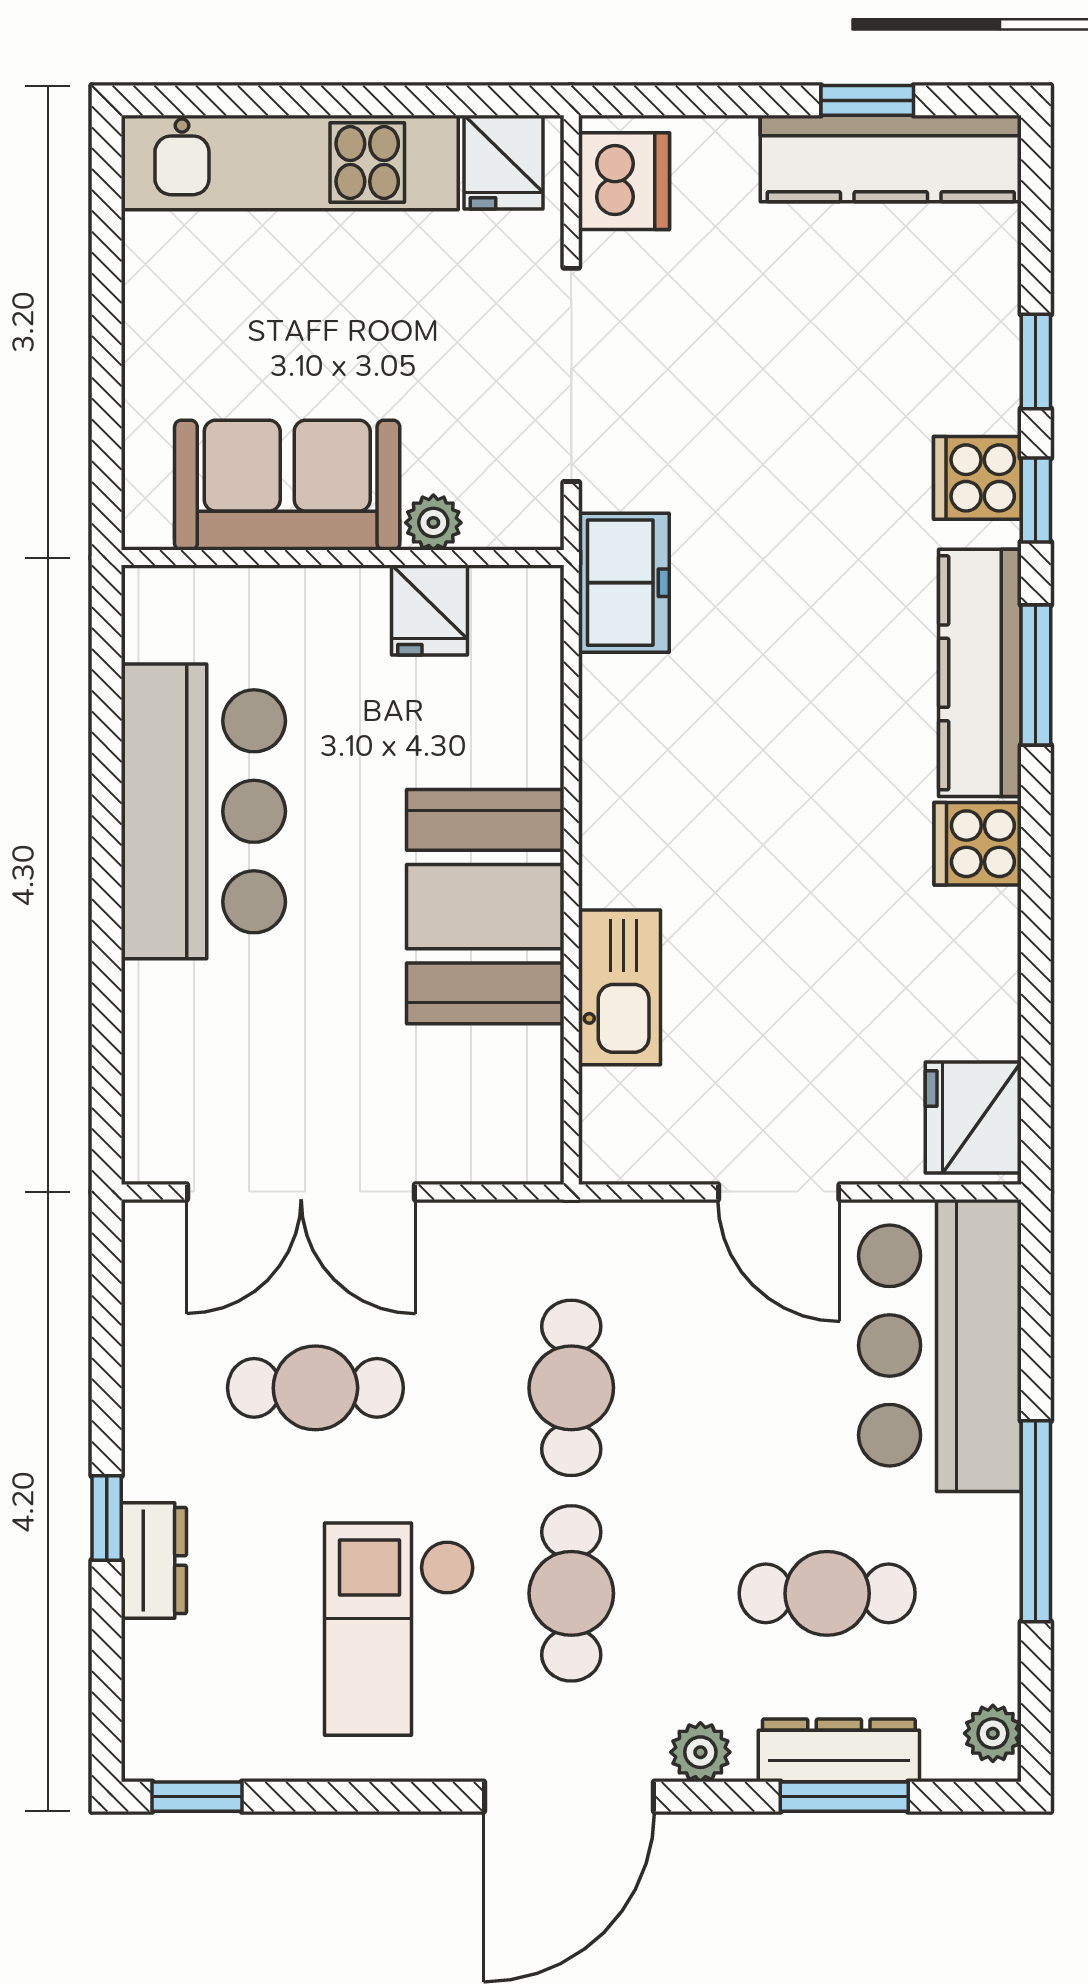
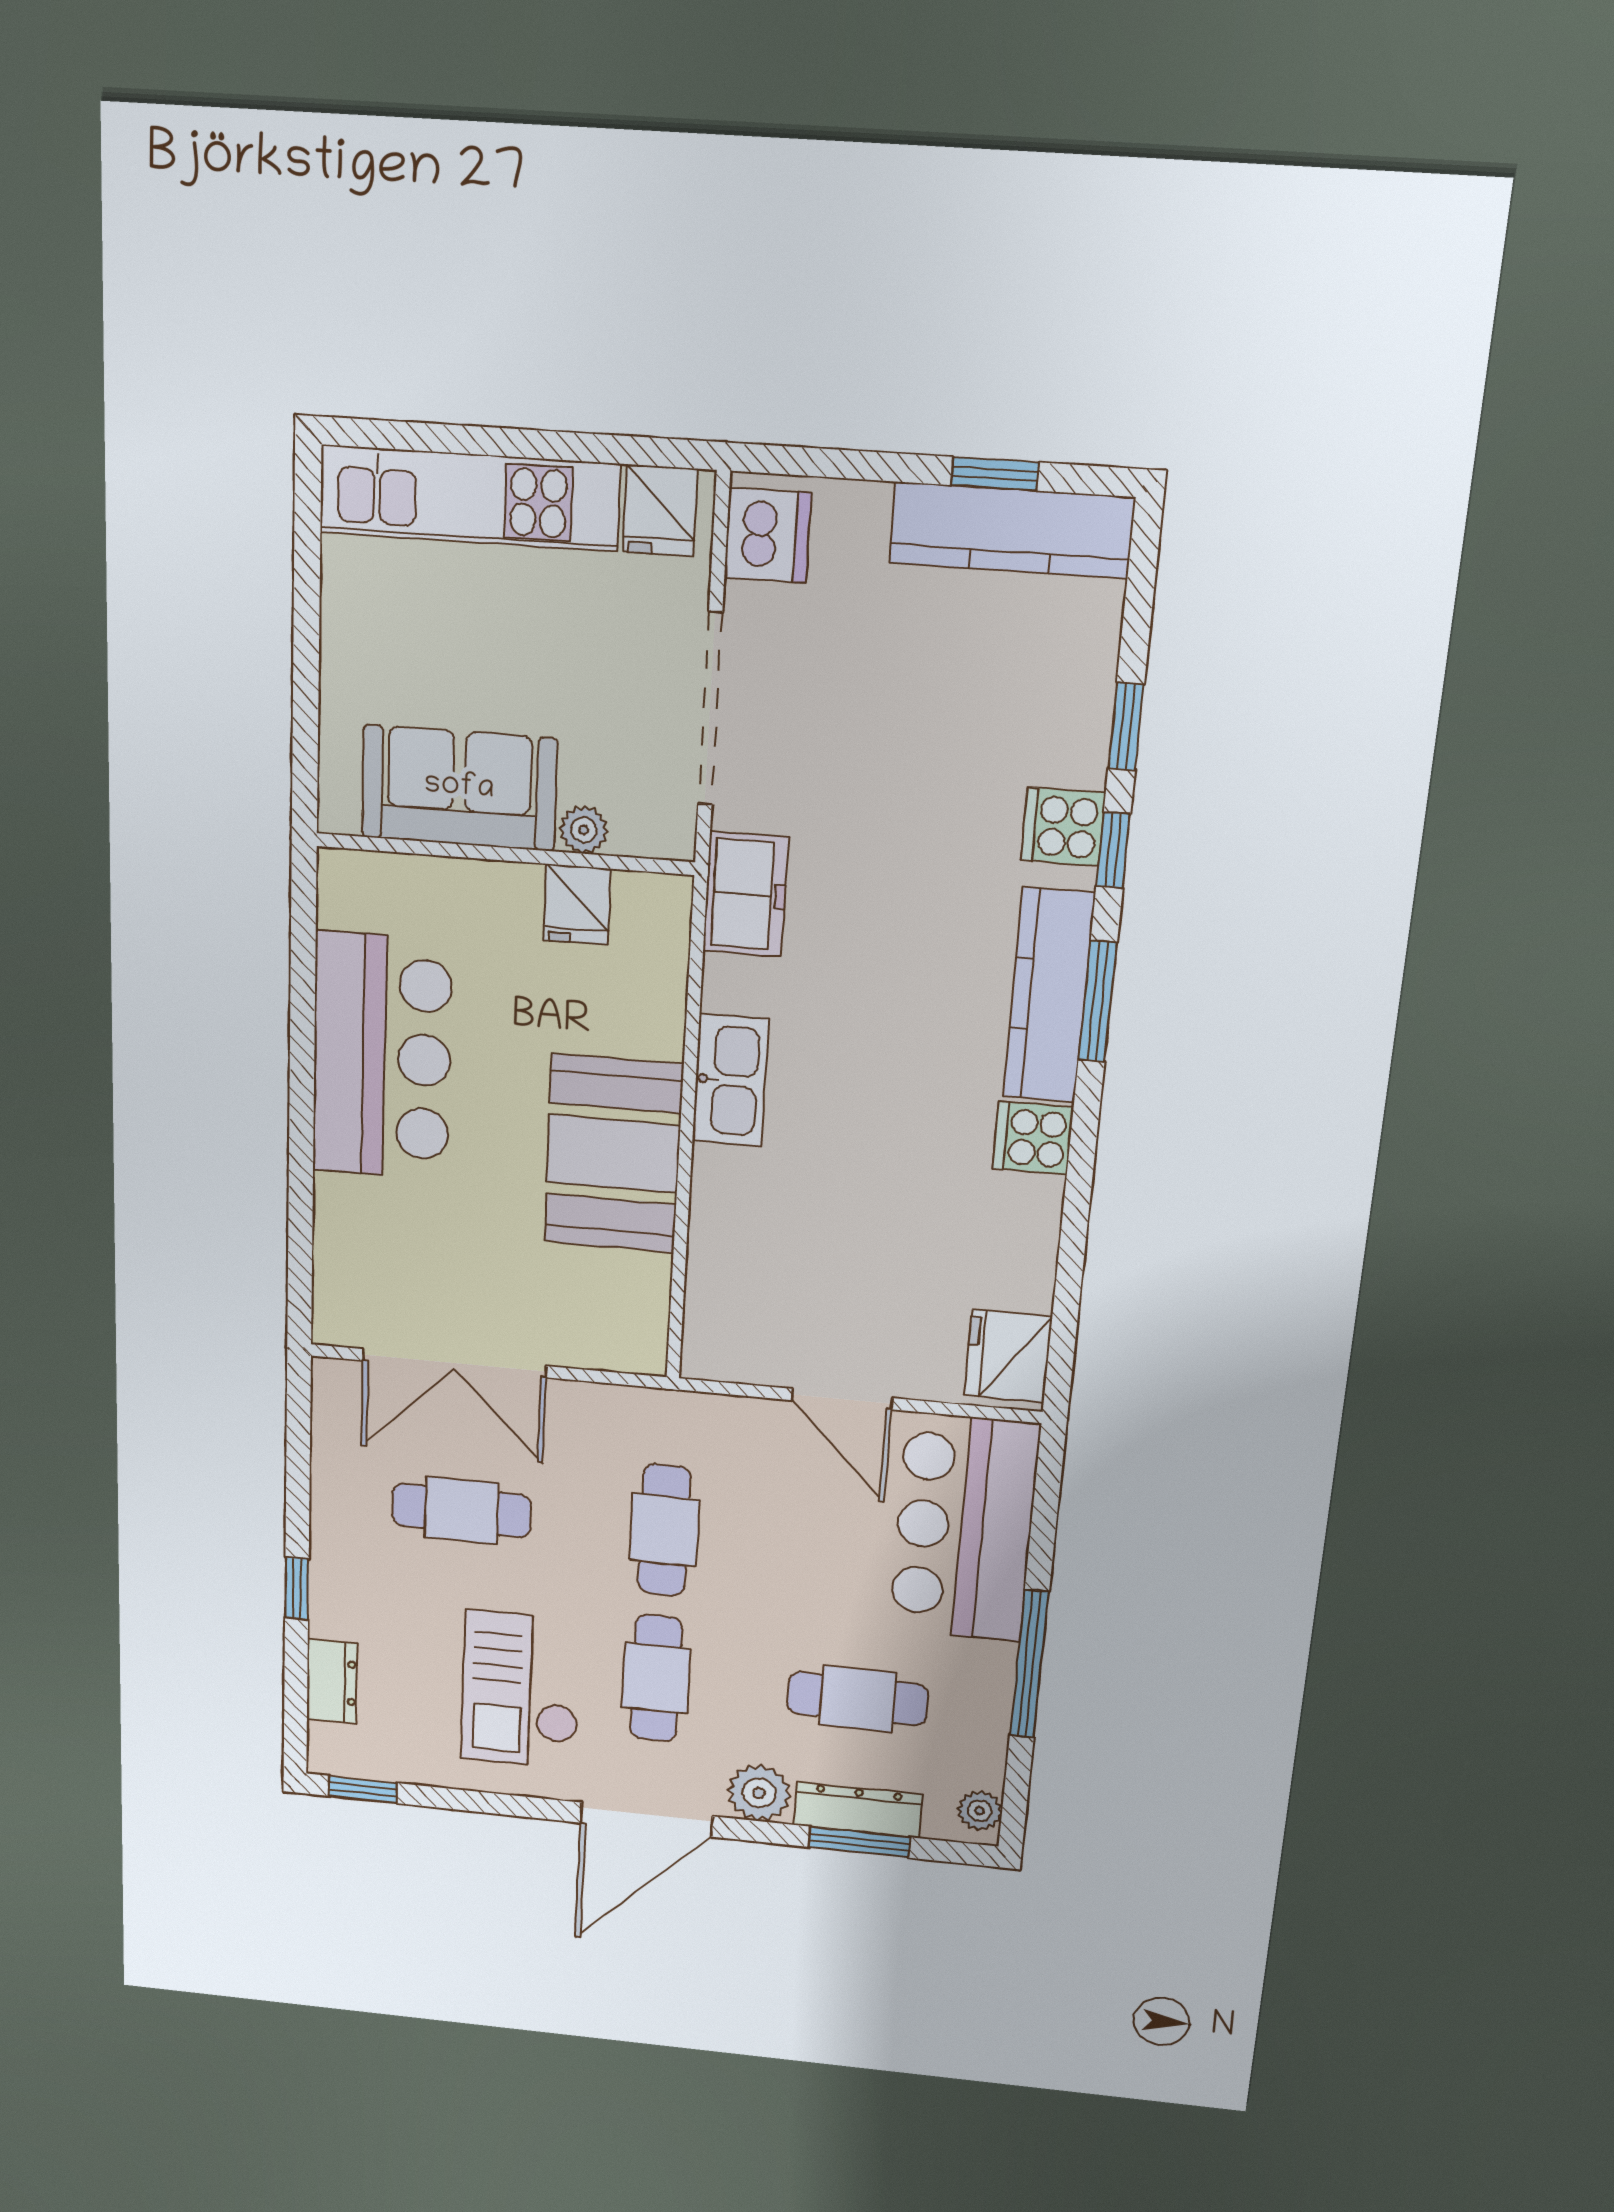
kitchen sink: (620, 987) -> (730, 1081), moved
dresser: (154, 1561) -> (332, 1681), moved
plant: (700, 1752) -> (759, 1793), width x1.38, depth x1.38

